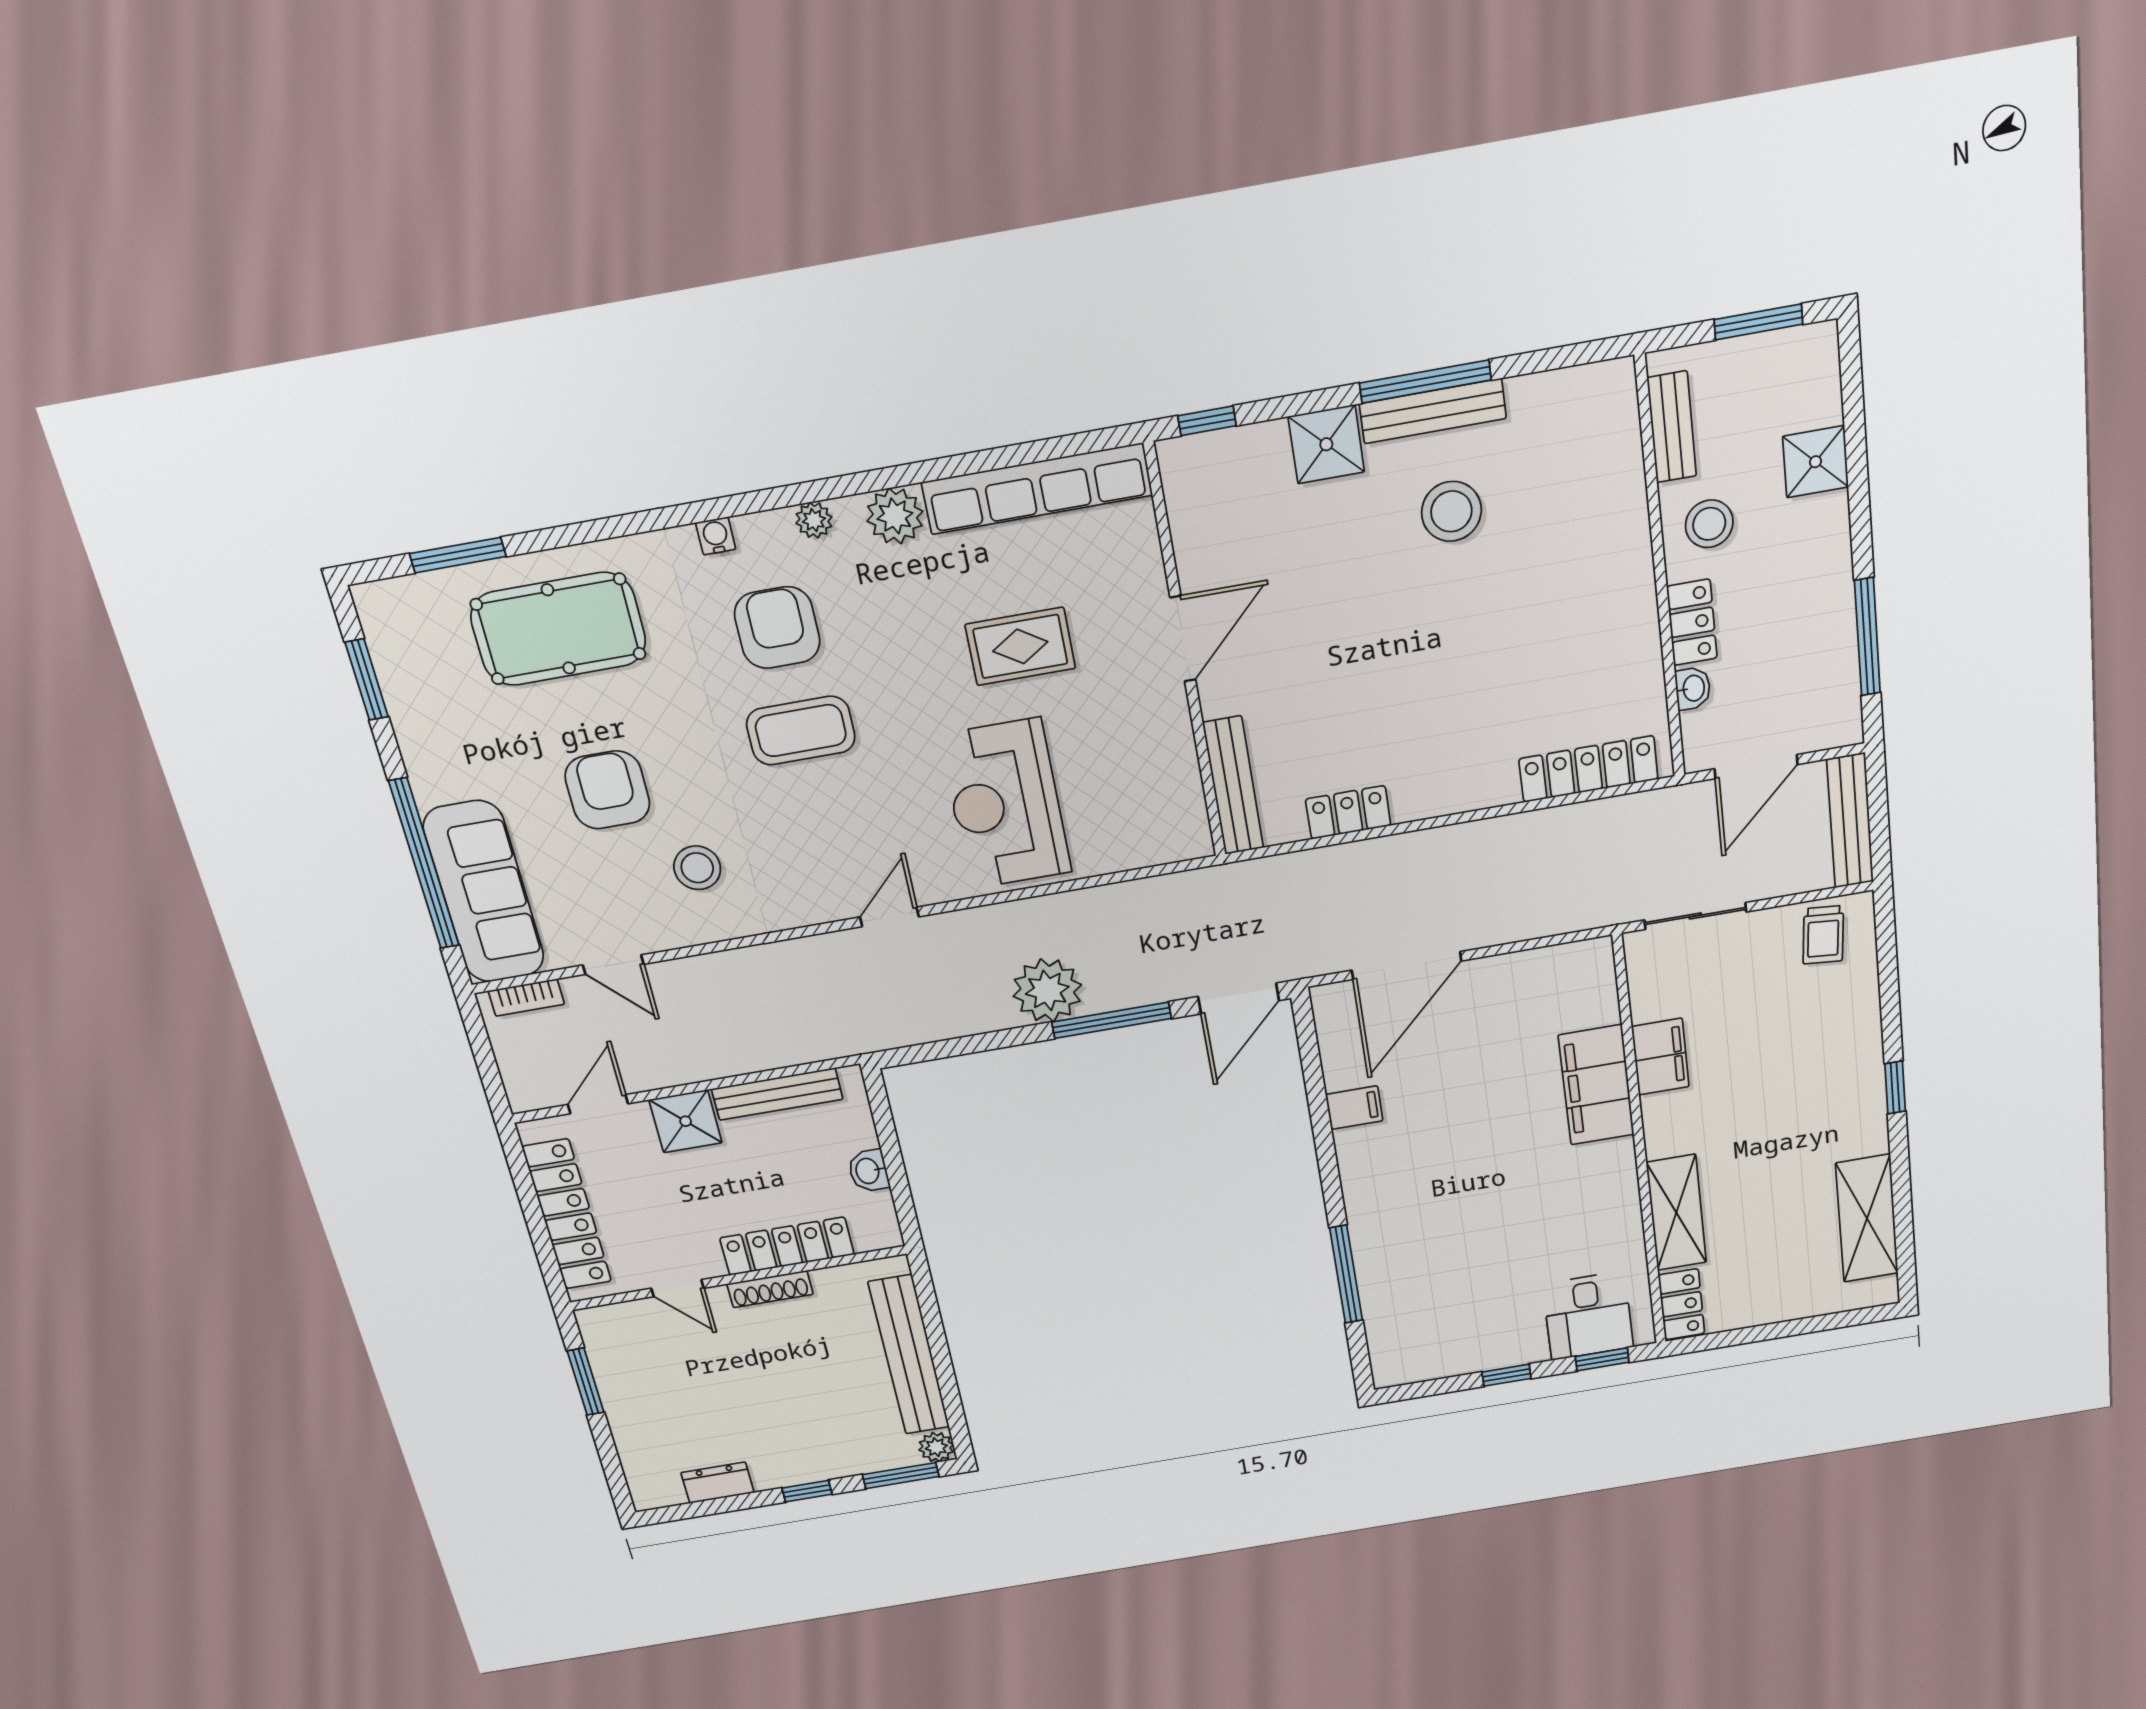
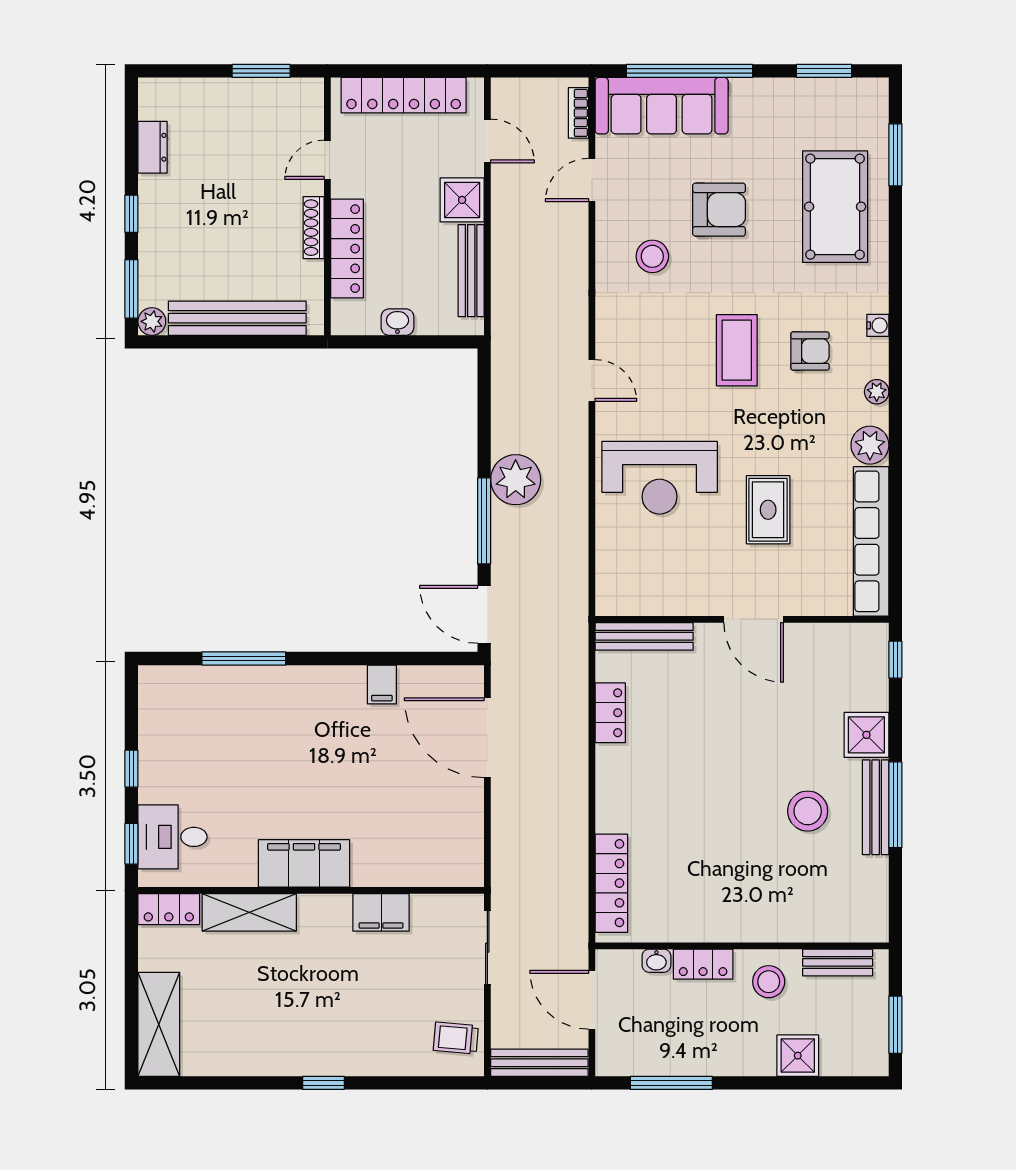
armchair: (777, 628) -> (810, 351), width x0.72, depth x0.72
reception desk: (1005, 804) -> (660, 478), turned 180
filing cabinet: (1596, 1085) -> (304, 863), moved
shelving: (1867, 1218) -> (159, 1024), moved, turned 90

